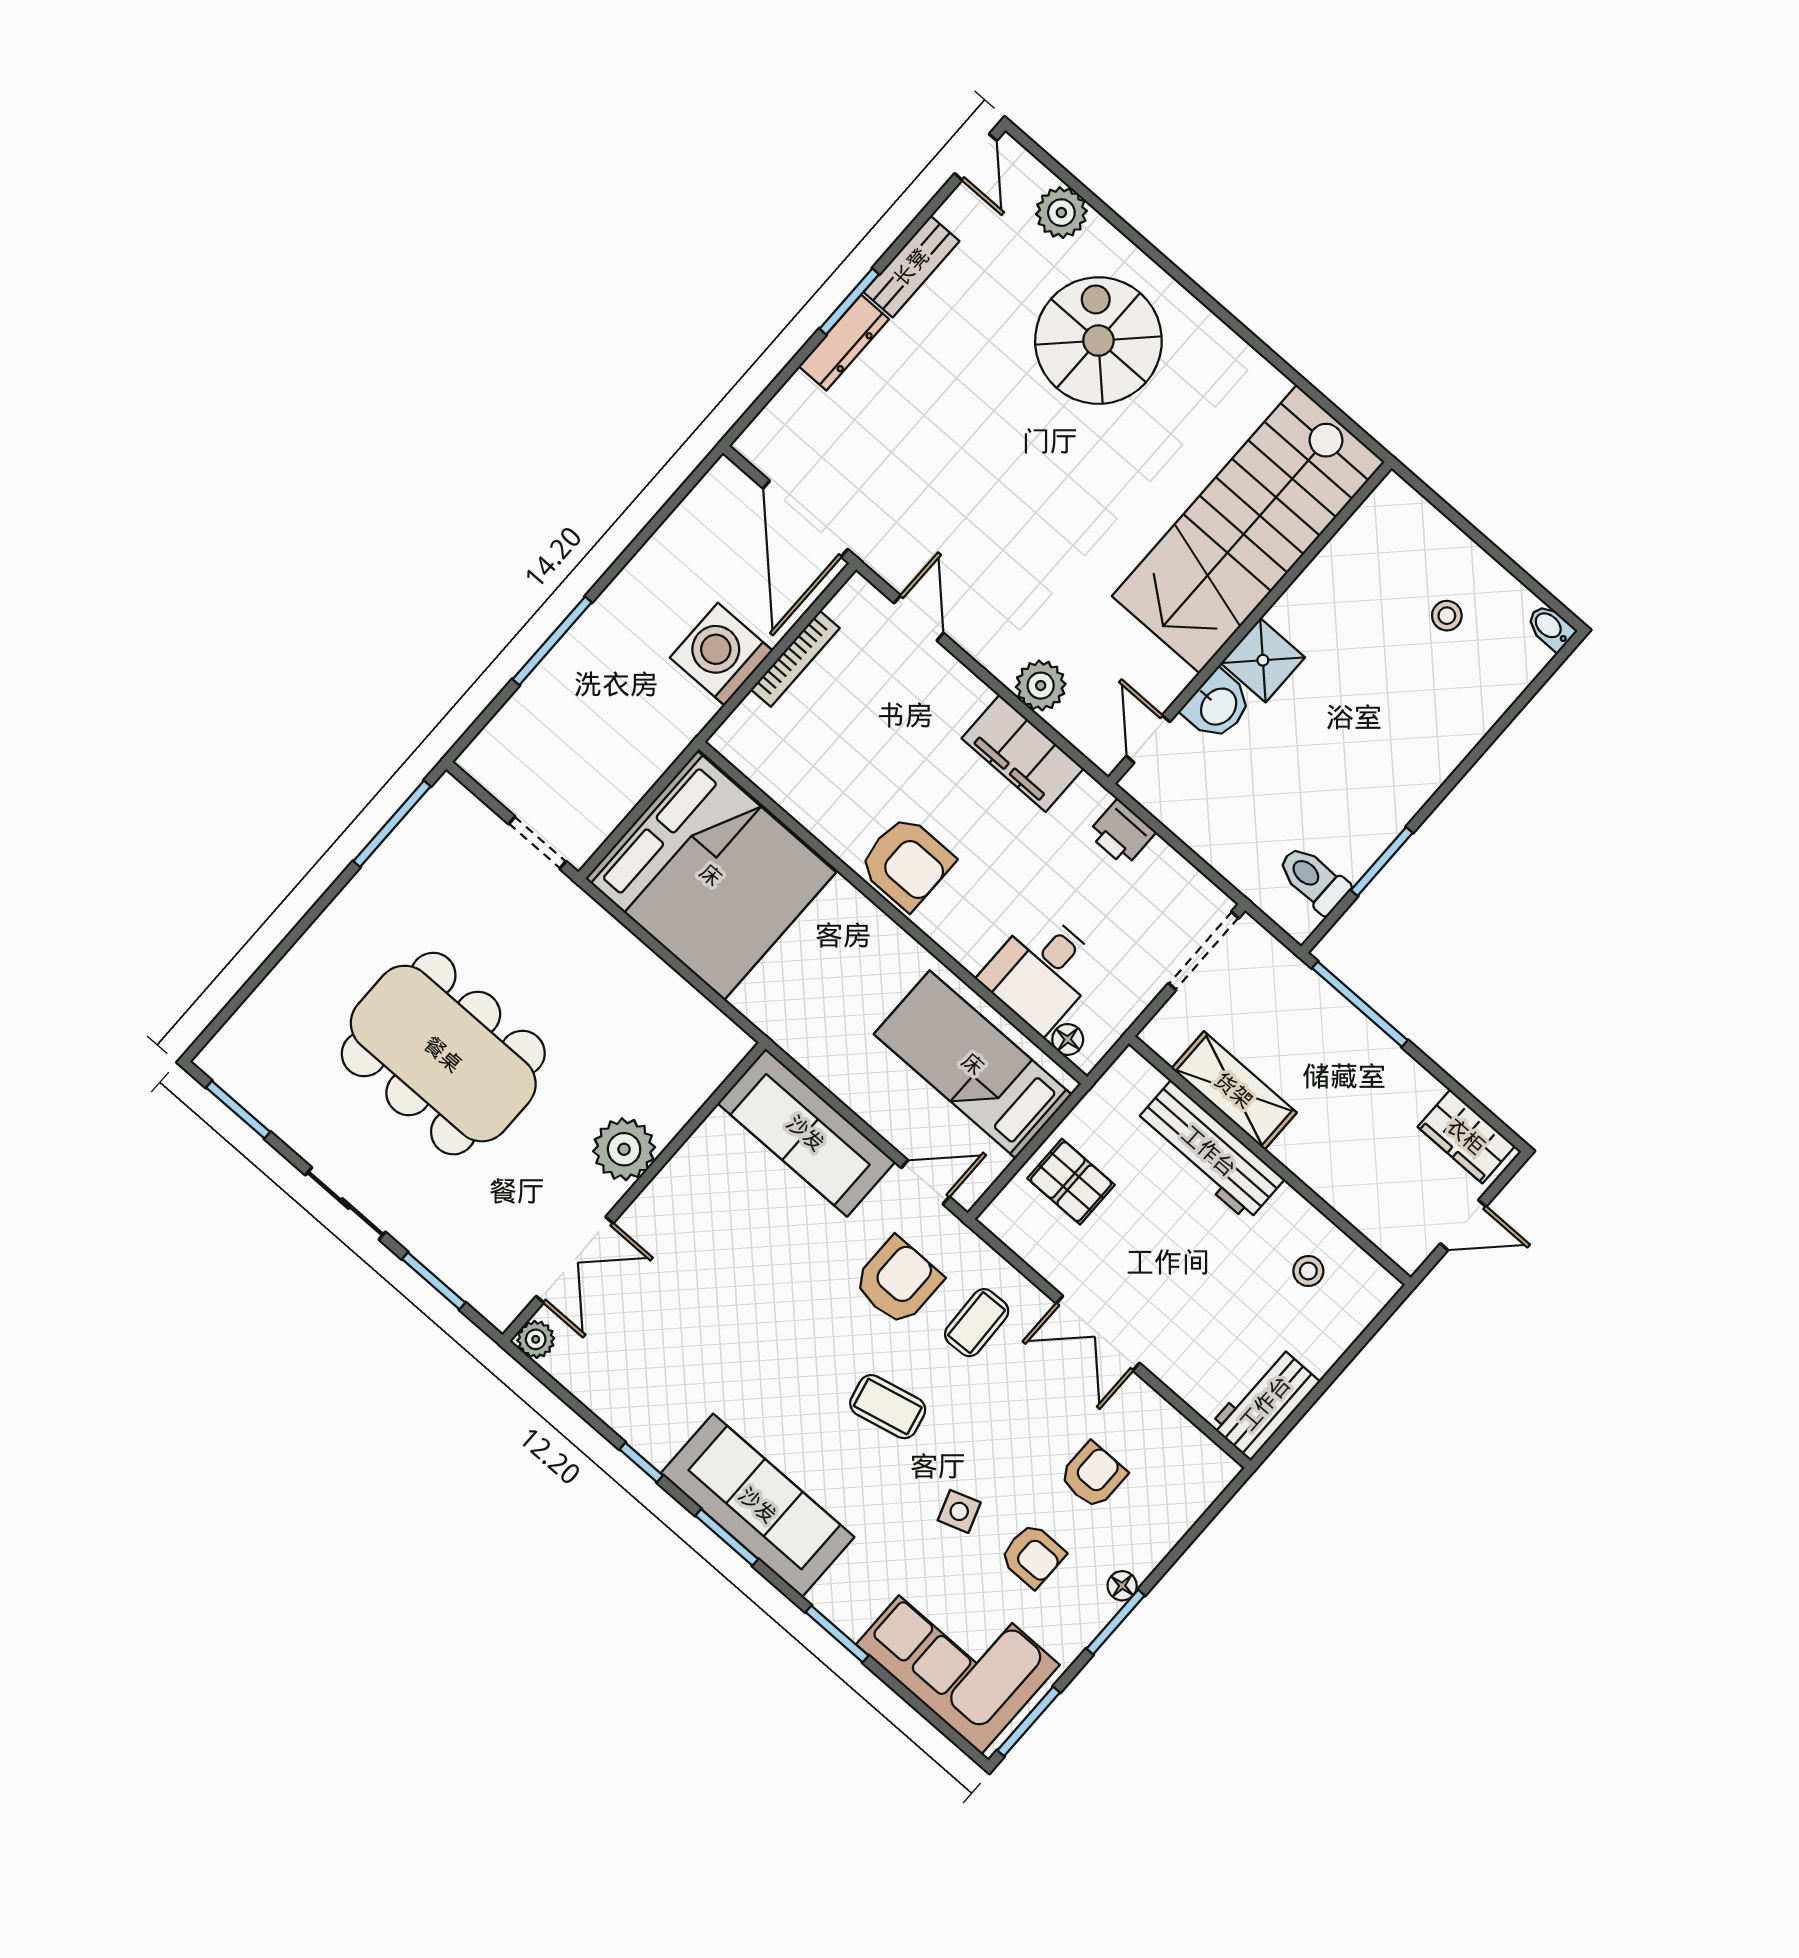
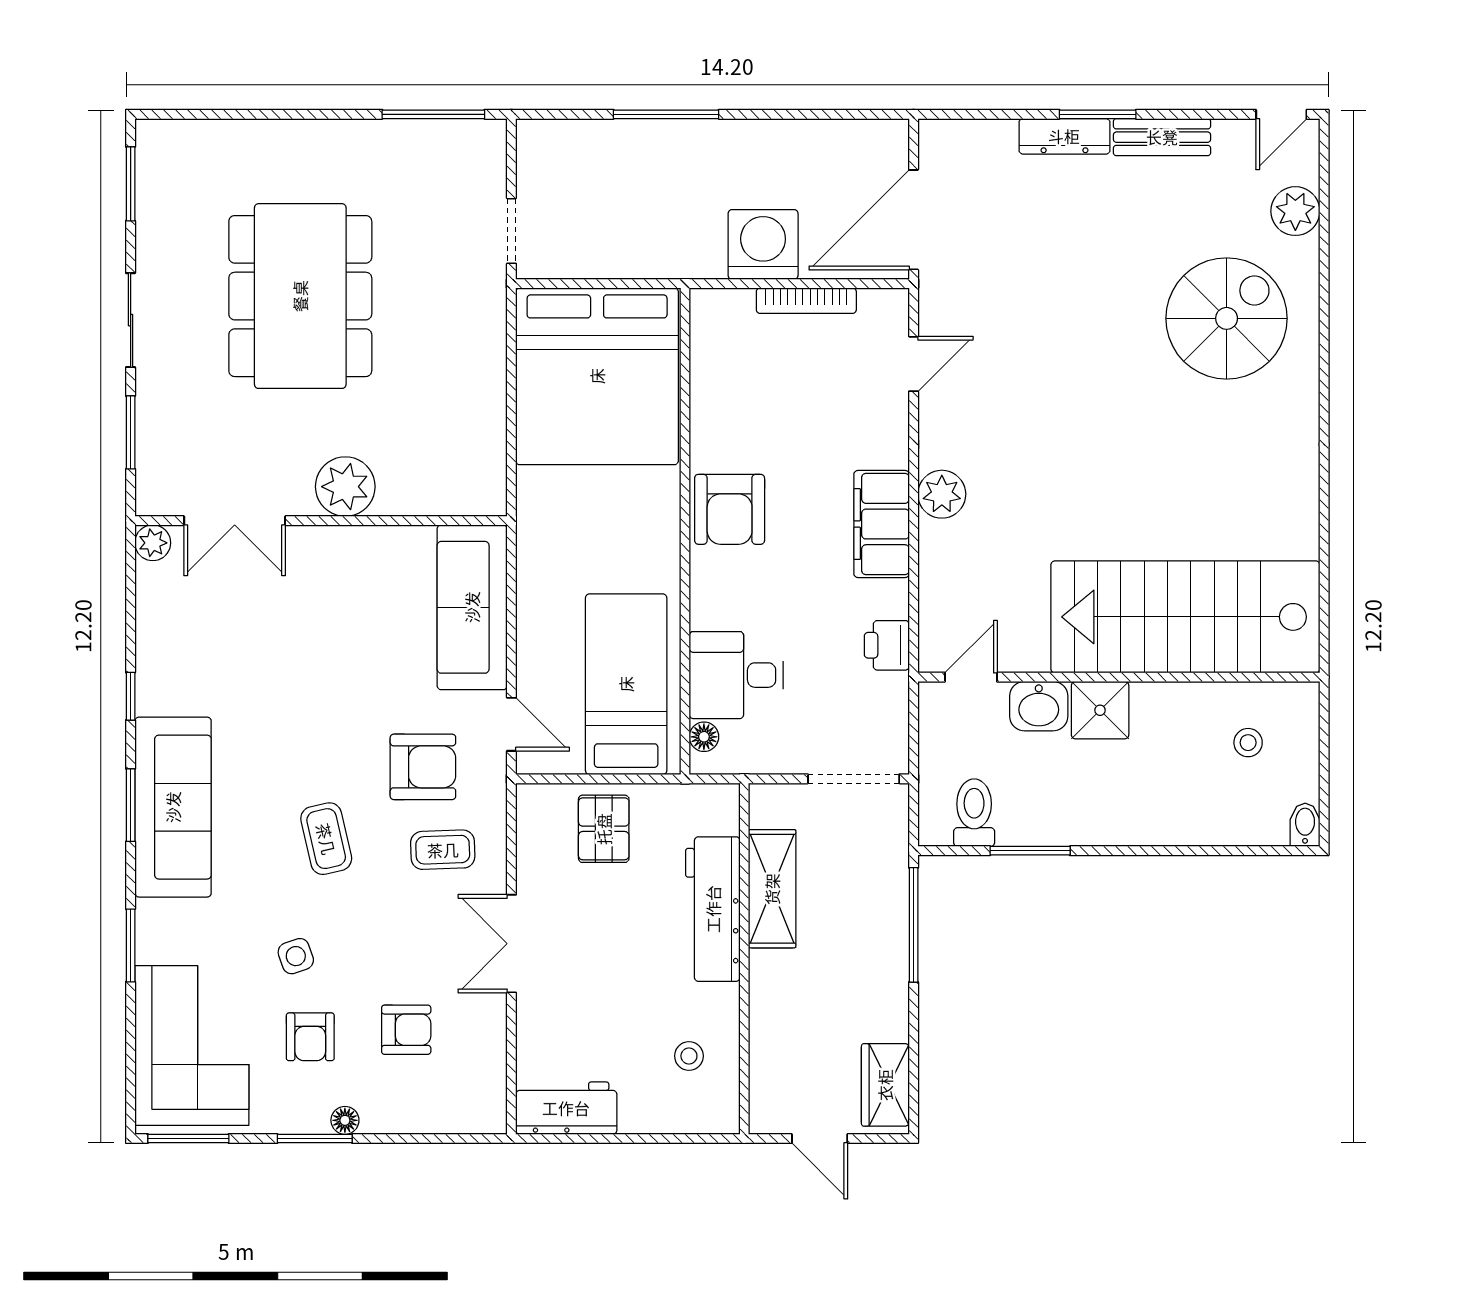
stairs: (1248, 529) -> (1185, 617), moved
wall: (1250, 623) -> (1119, 677), moved
shower: (1263, 660) -> (1100, 710), moved
washbasin: (1217, 706) -> (1039, 706), moved
door: (1148, 739) -> (971, 677), moved

